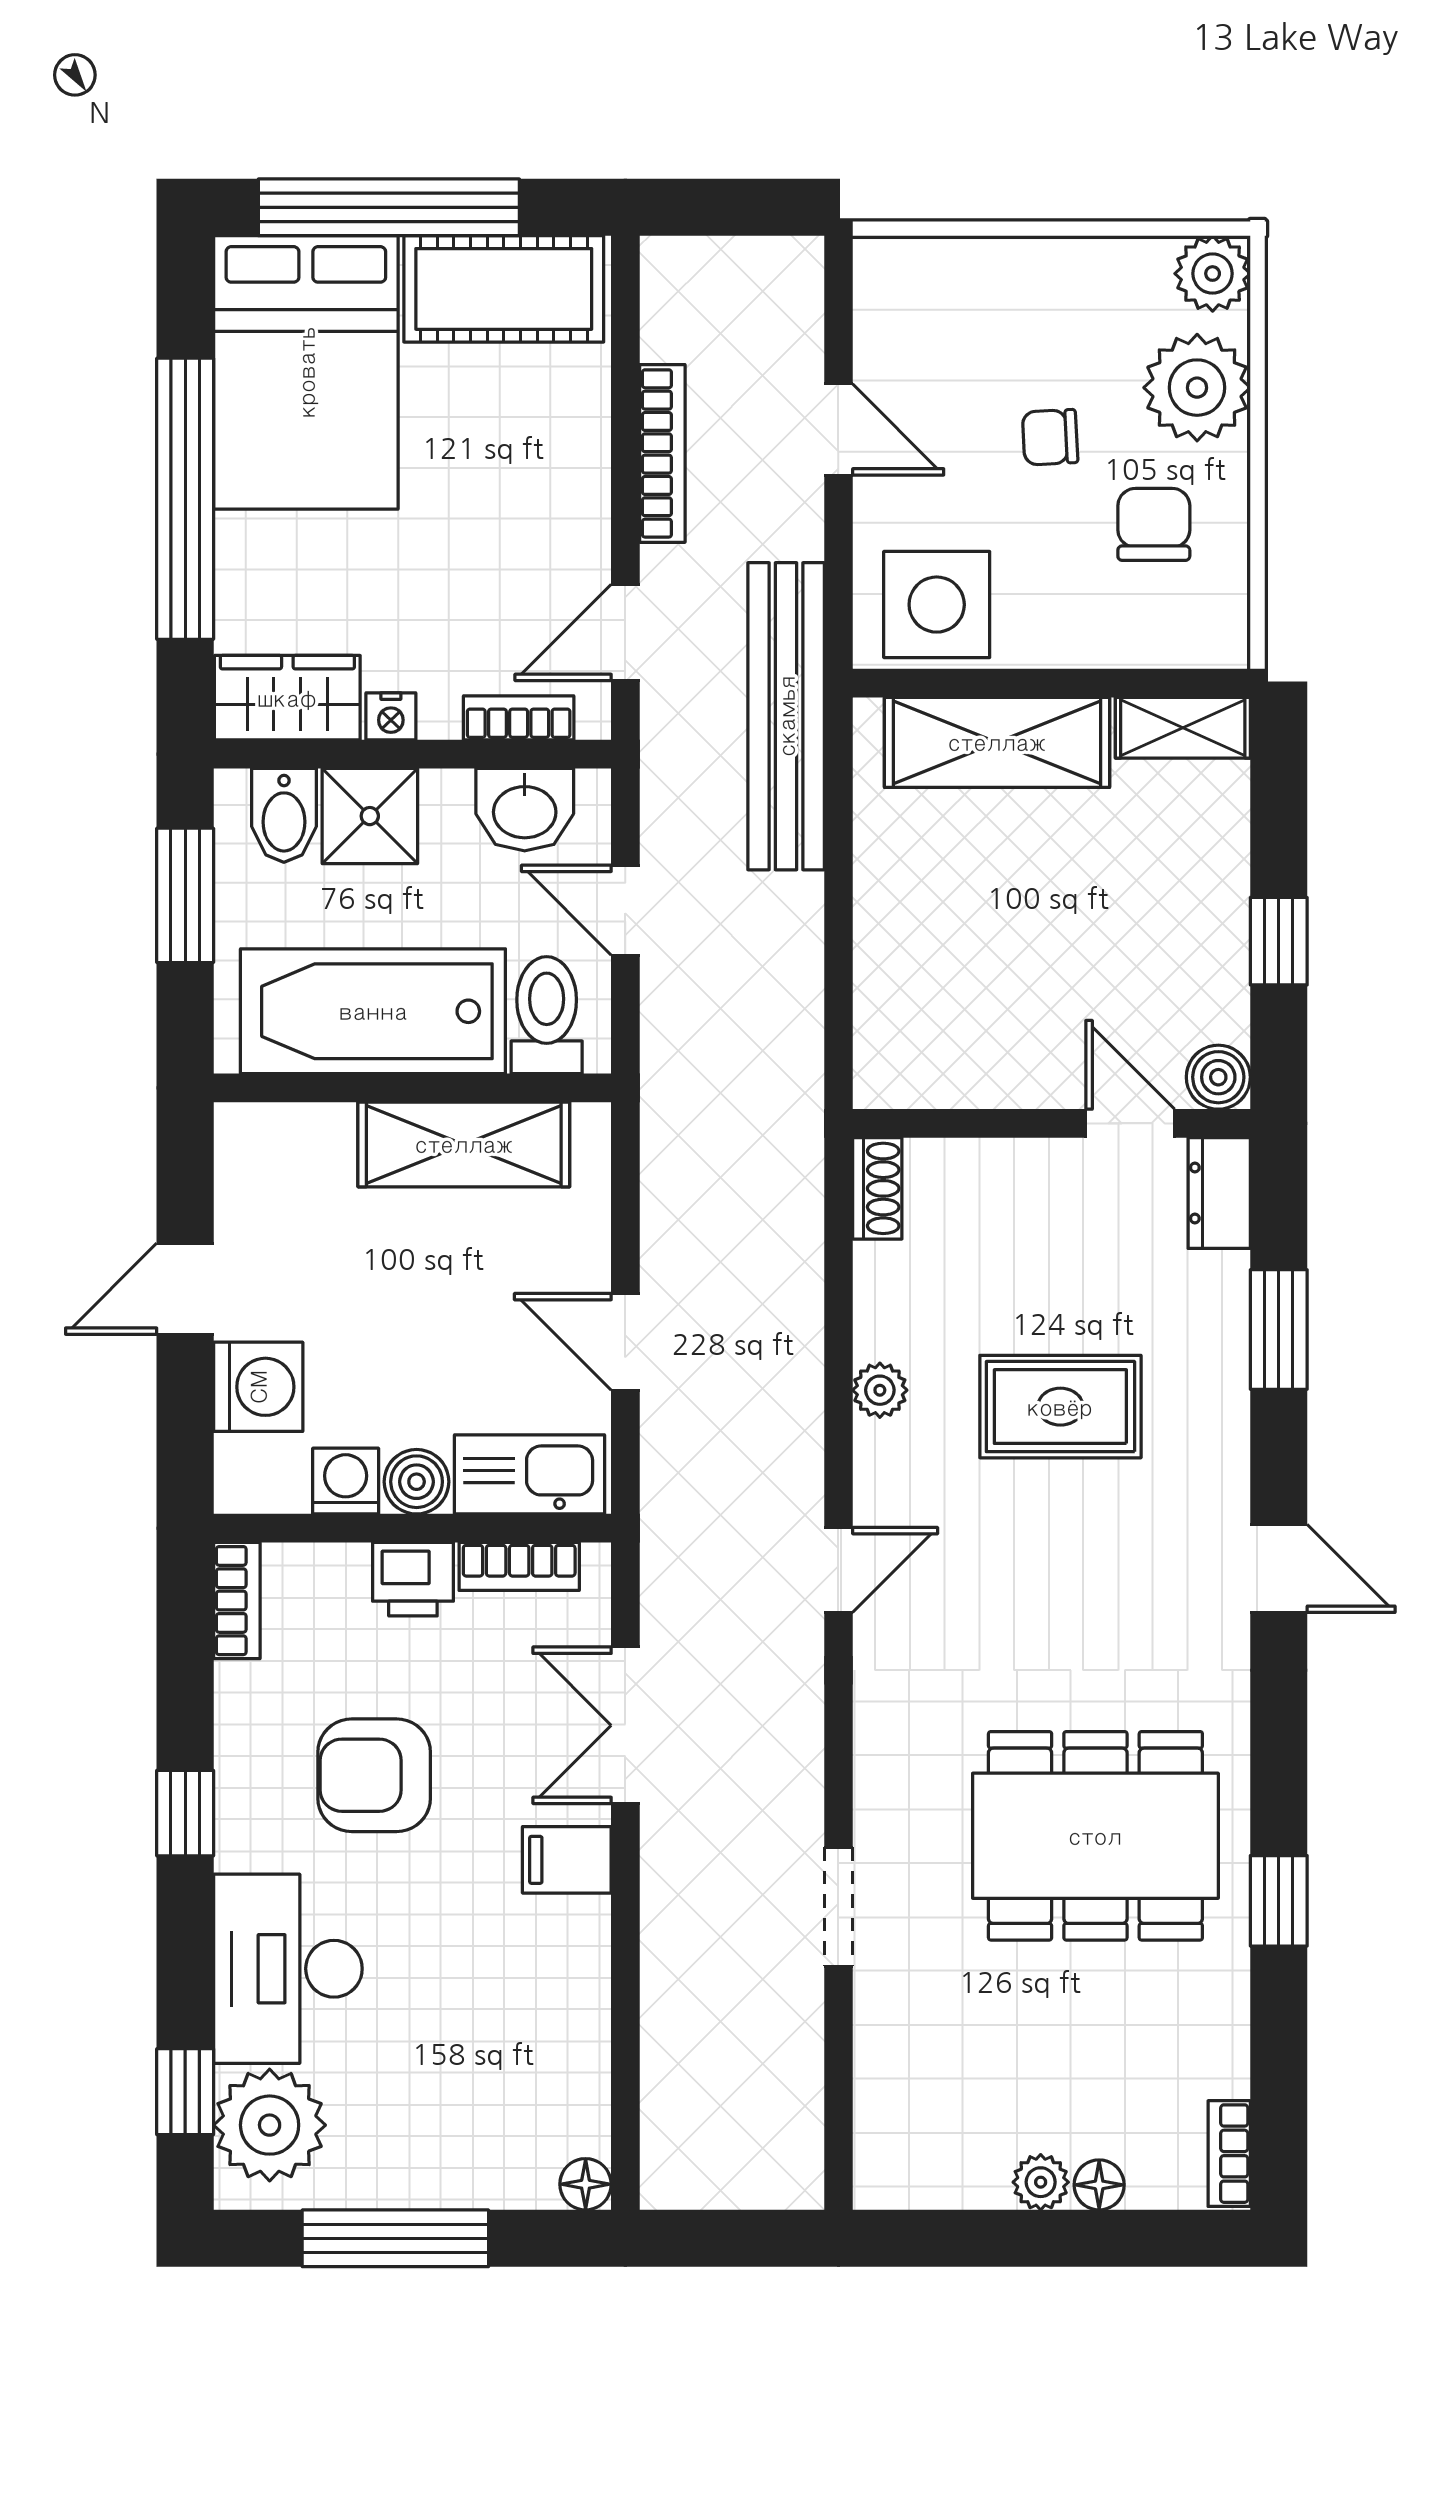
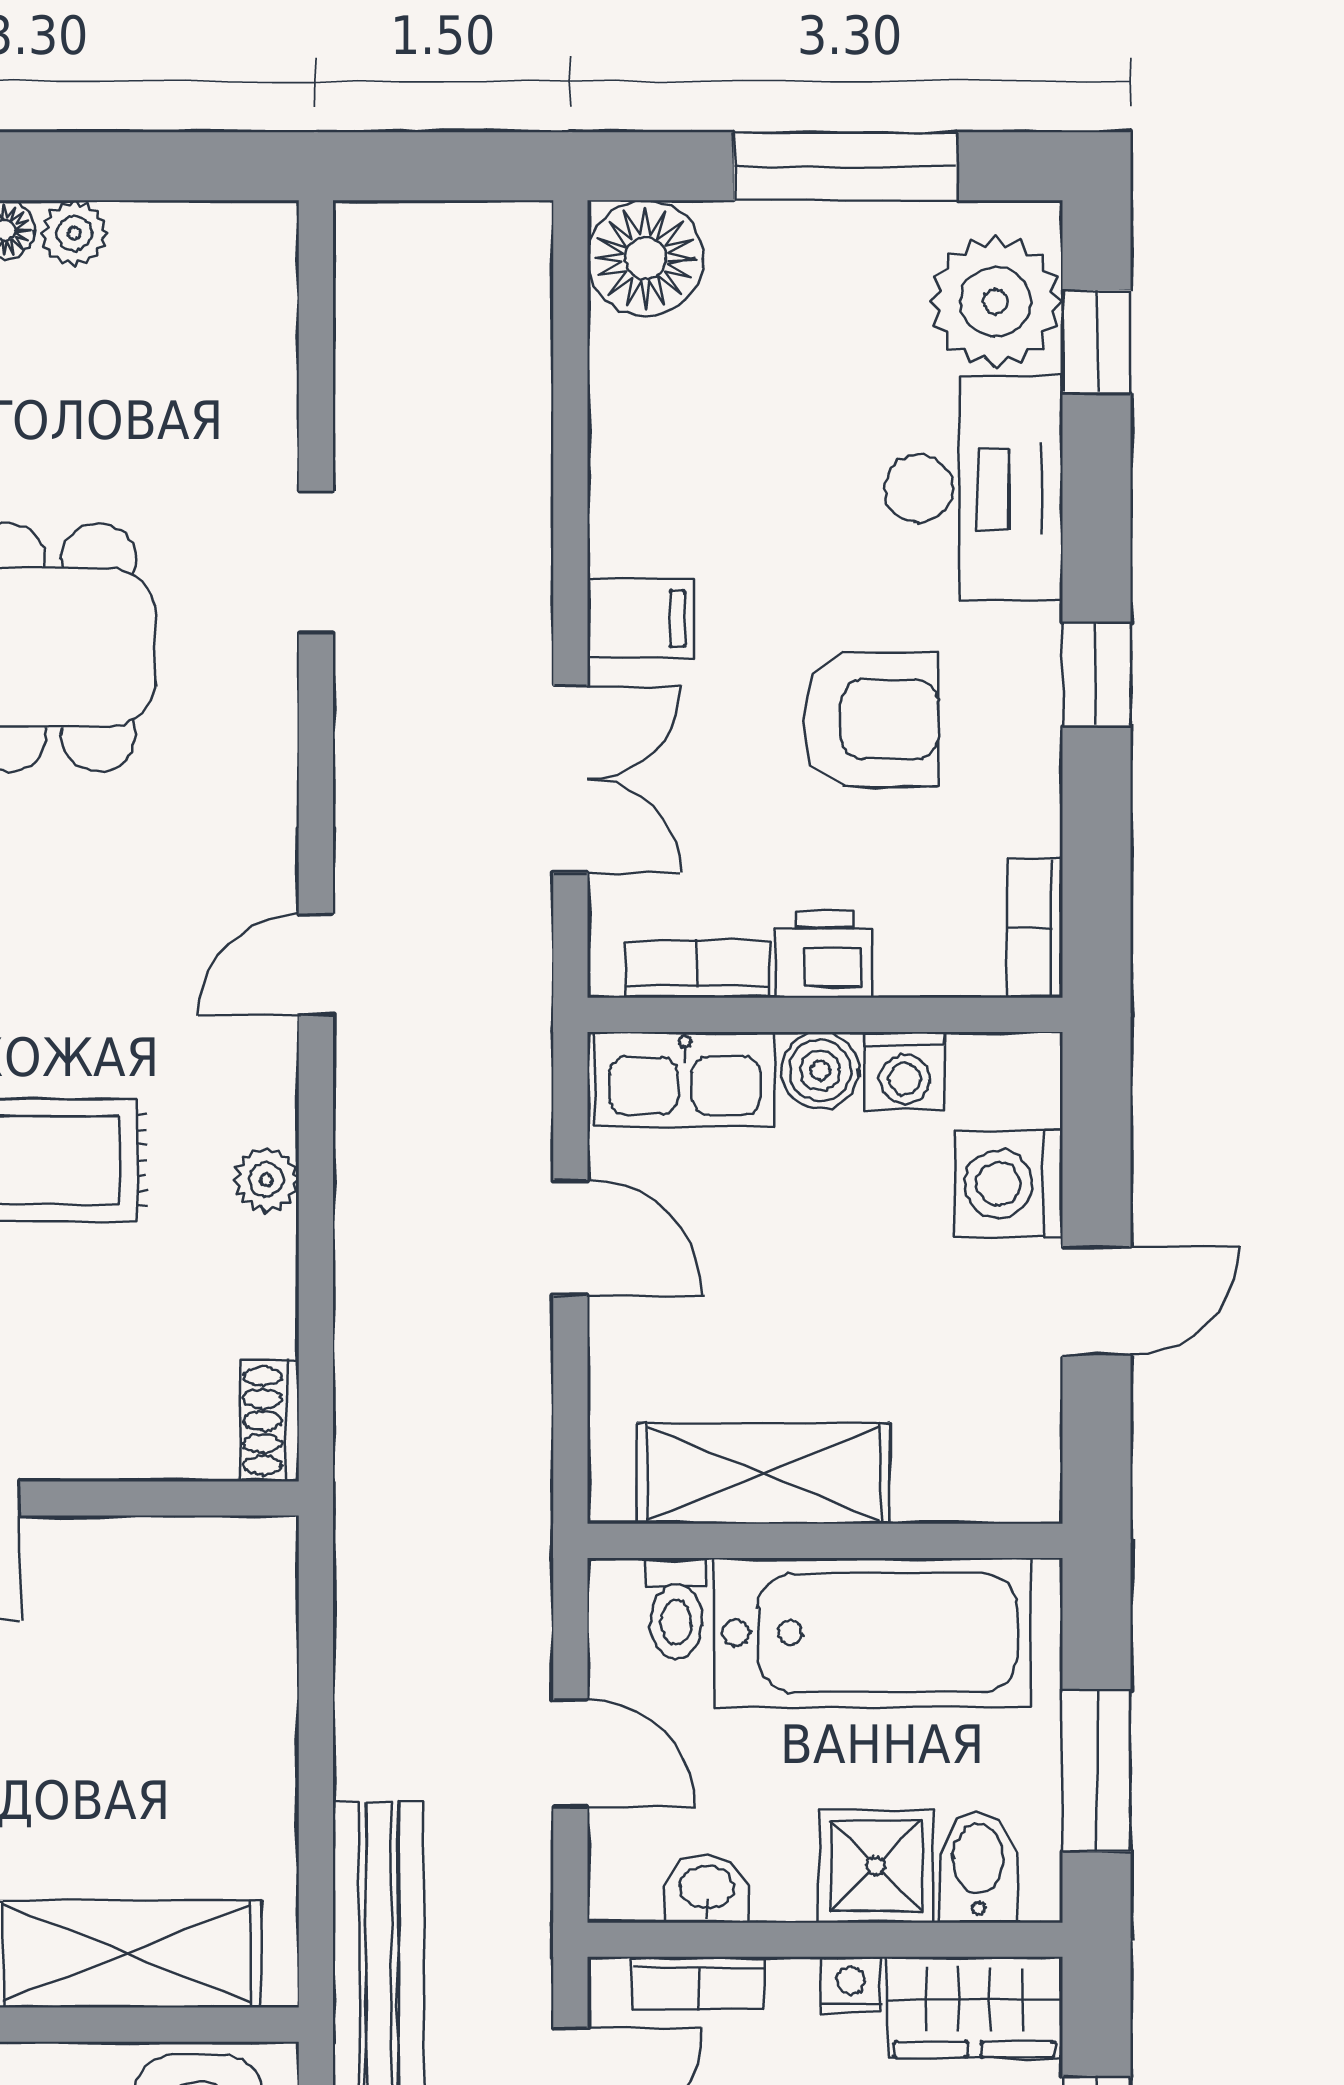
washbasin: (525, 810) -> (707, 1889), width x0.72, depth x0.69
toilet: (547, 1015) -> (676, 1608), width x0.73, depth x0.72
floor lamp: (586, 2184) -> (645, 258), width x1.89, depth x1.89

